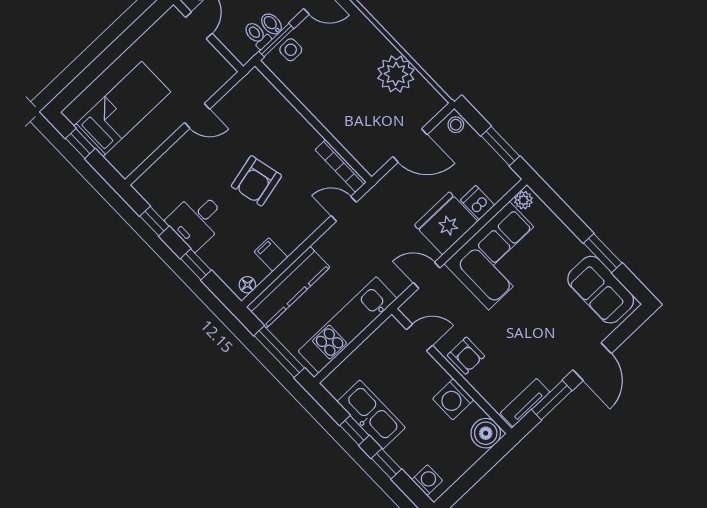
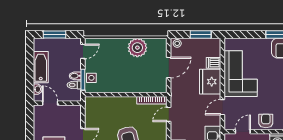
plant: (523, 200) -> (229, 45), removed
armchair: (466, 356) -> (266, 121), turned -90

